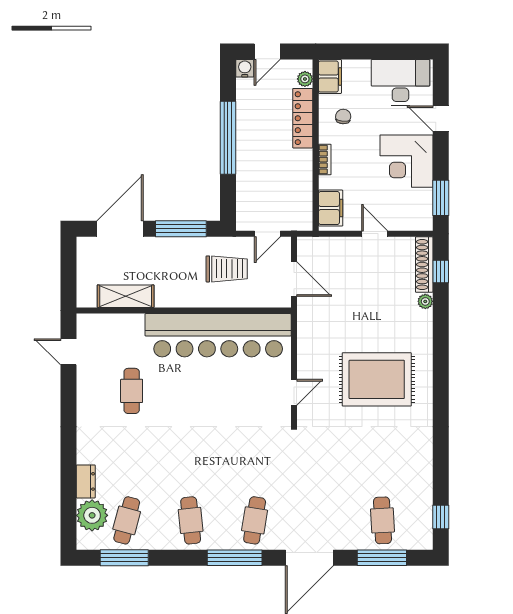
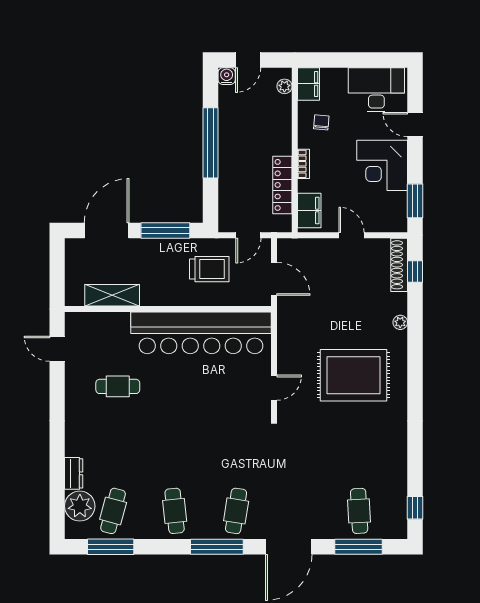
locker: (303, 118) -> (282, 185), moved
plant: (425, 301) -> (400, 322), moved
cafe table: (132, 391) -> (118, 386), turned 90

